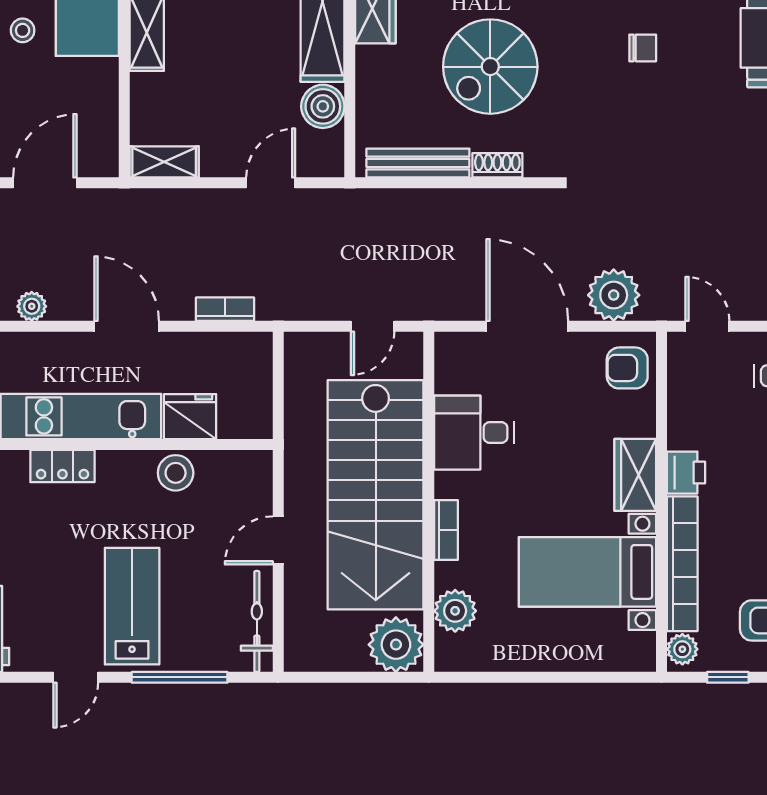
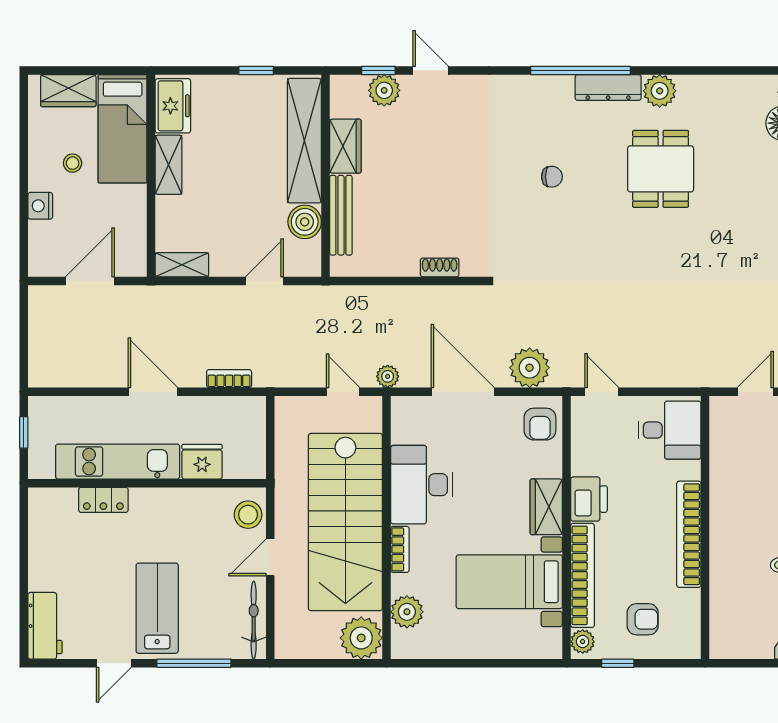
spiral stairs: (490, 67) -> (434, 191), removed
bench: (418, 163) -> (341, 215), moved, turned 90
plant: (32, 306) -> (388, 376), moved
door: (373, 326) -> (343, 392), swing flipped
armchair: (627, 368) -> (540, 424), turned -90
desk: (474, 433) -> (421, 485), width x1.37
stool: (176, 473) -> (248, 515), moved
printer: (686, 473) -> (589, 499), width x1.36, depth x1.24

